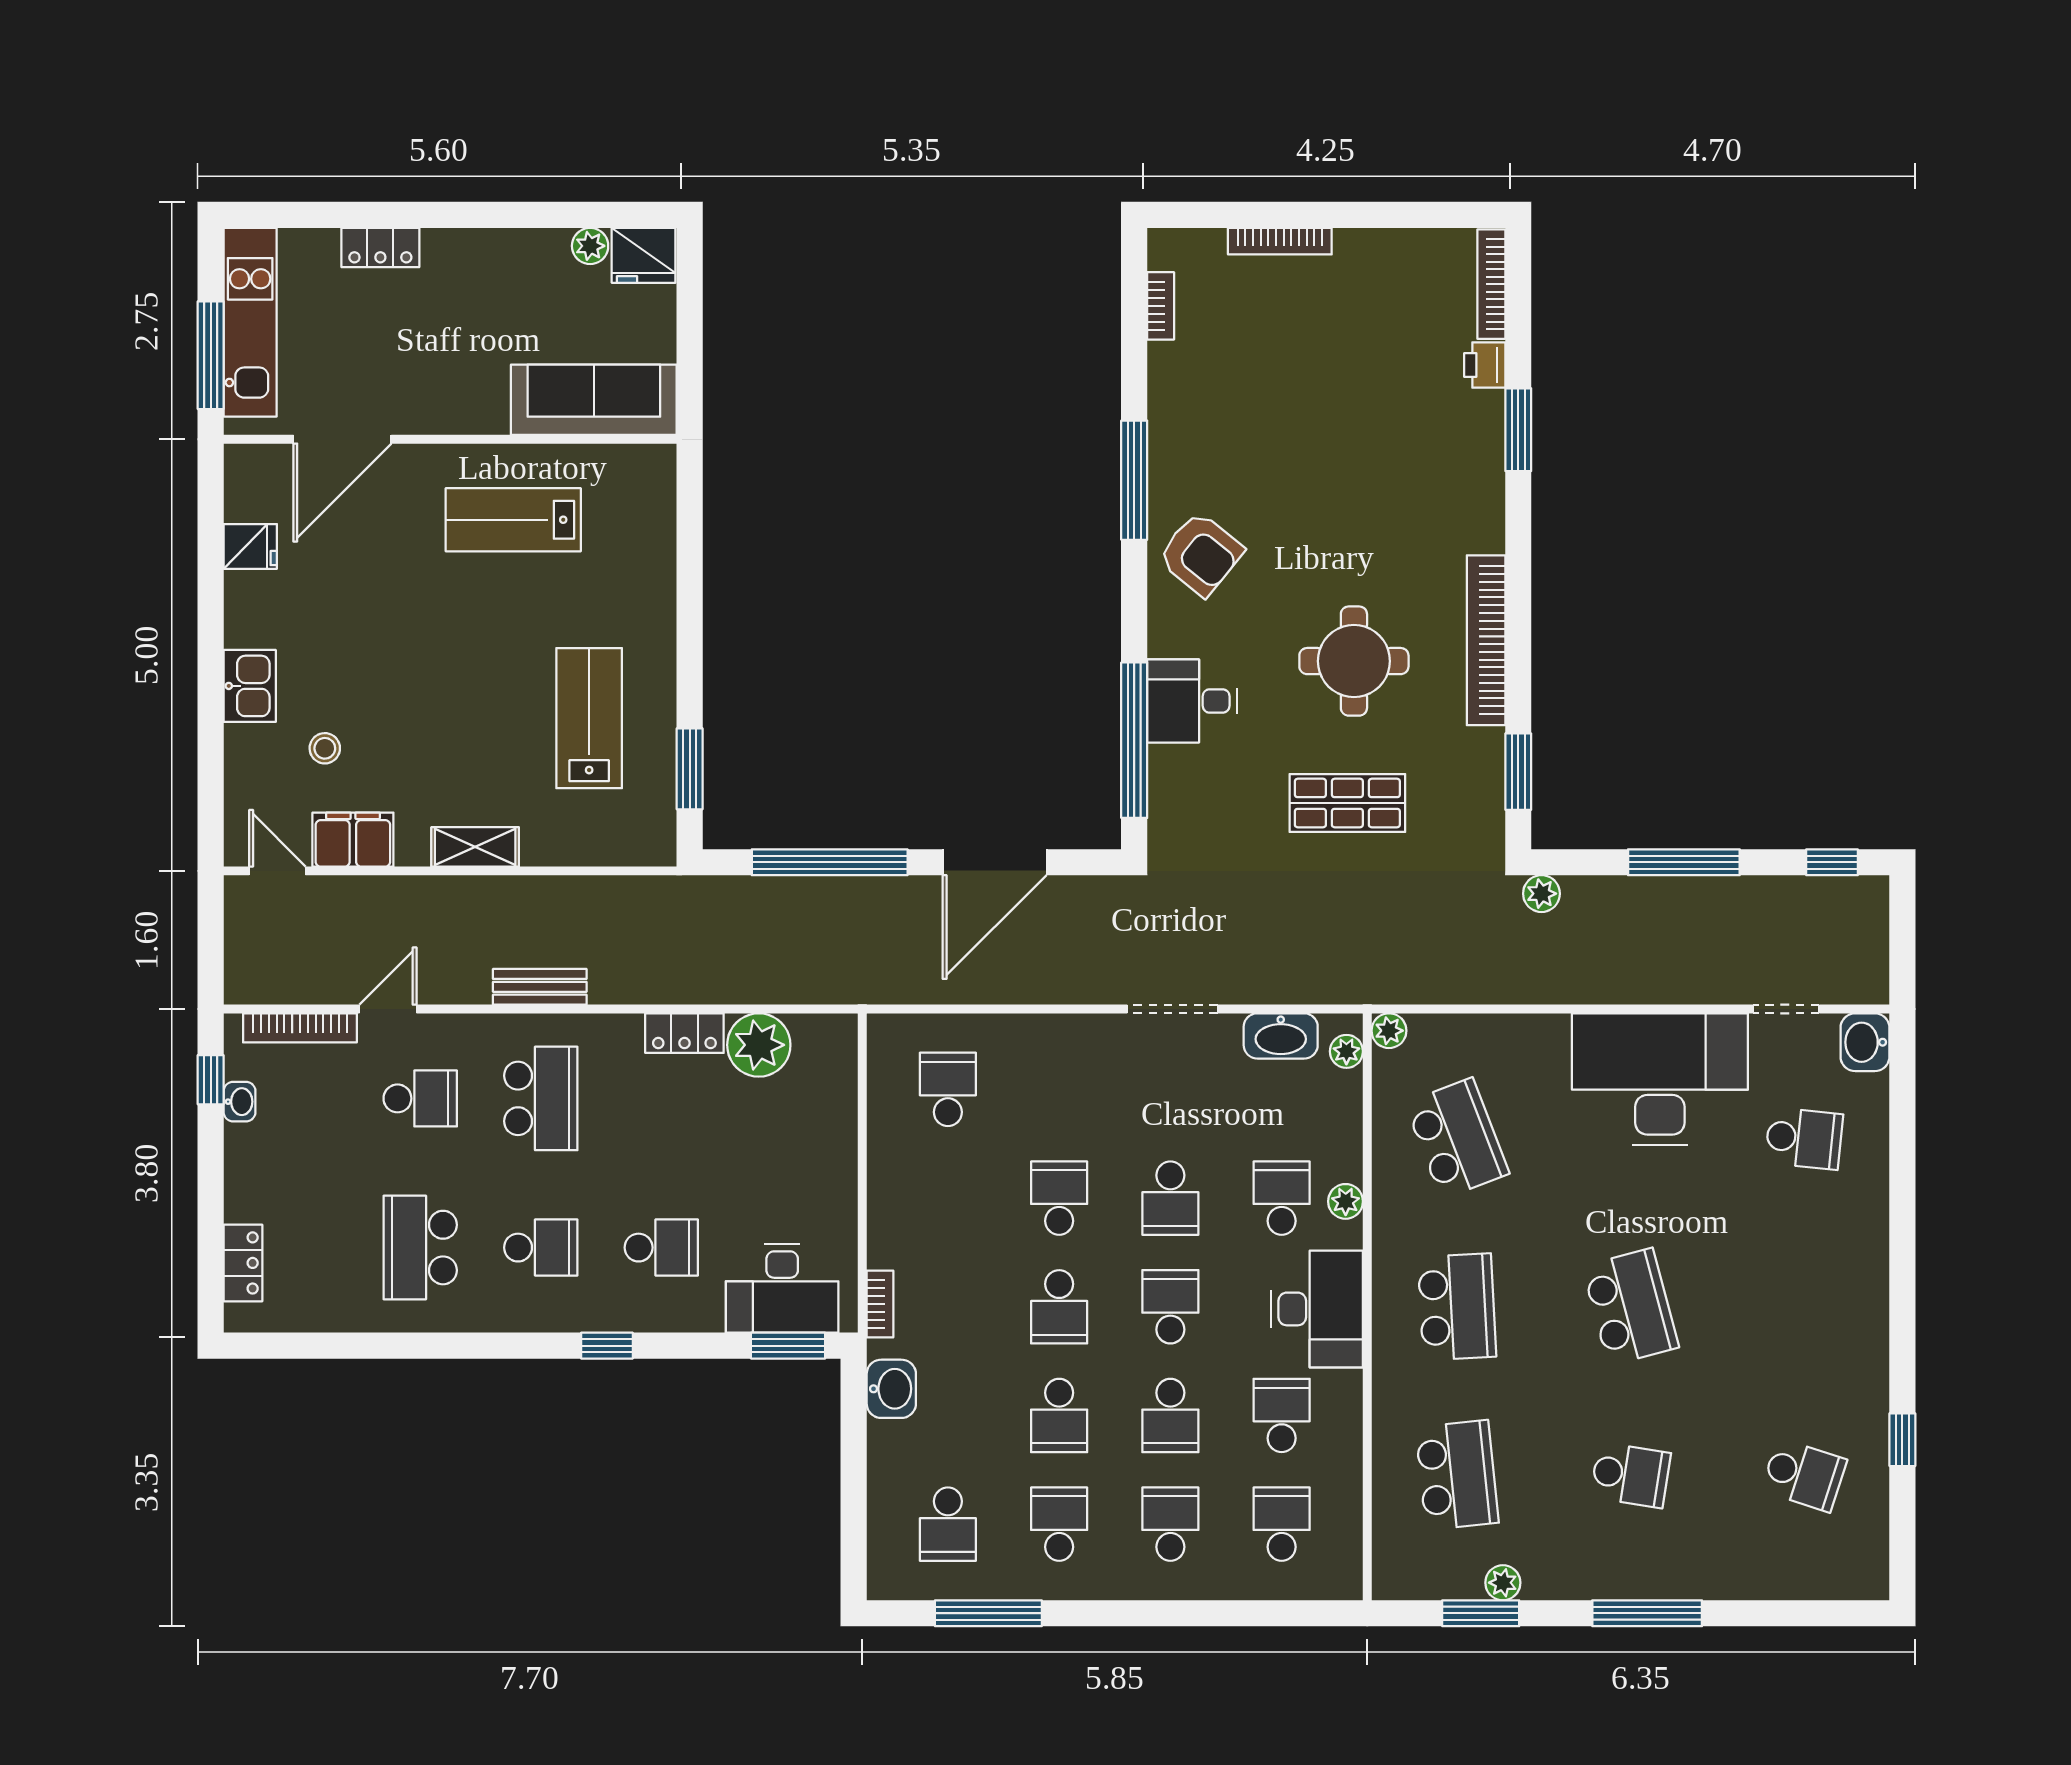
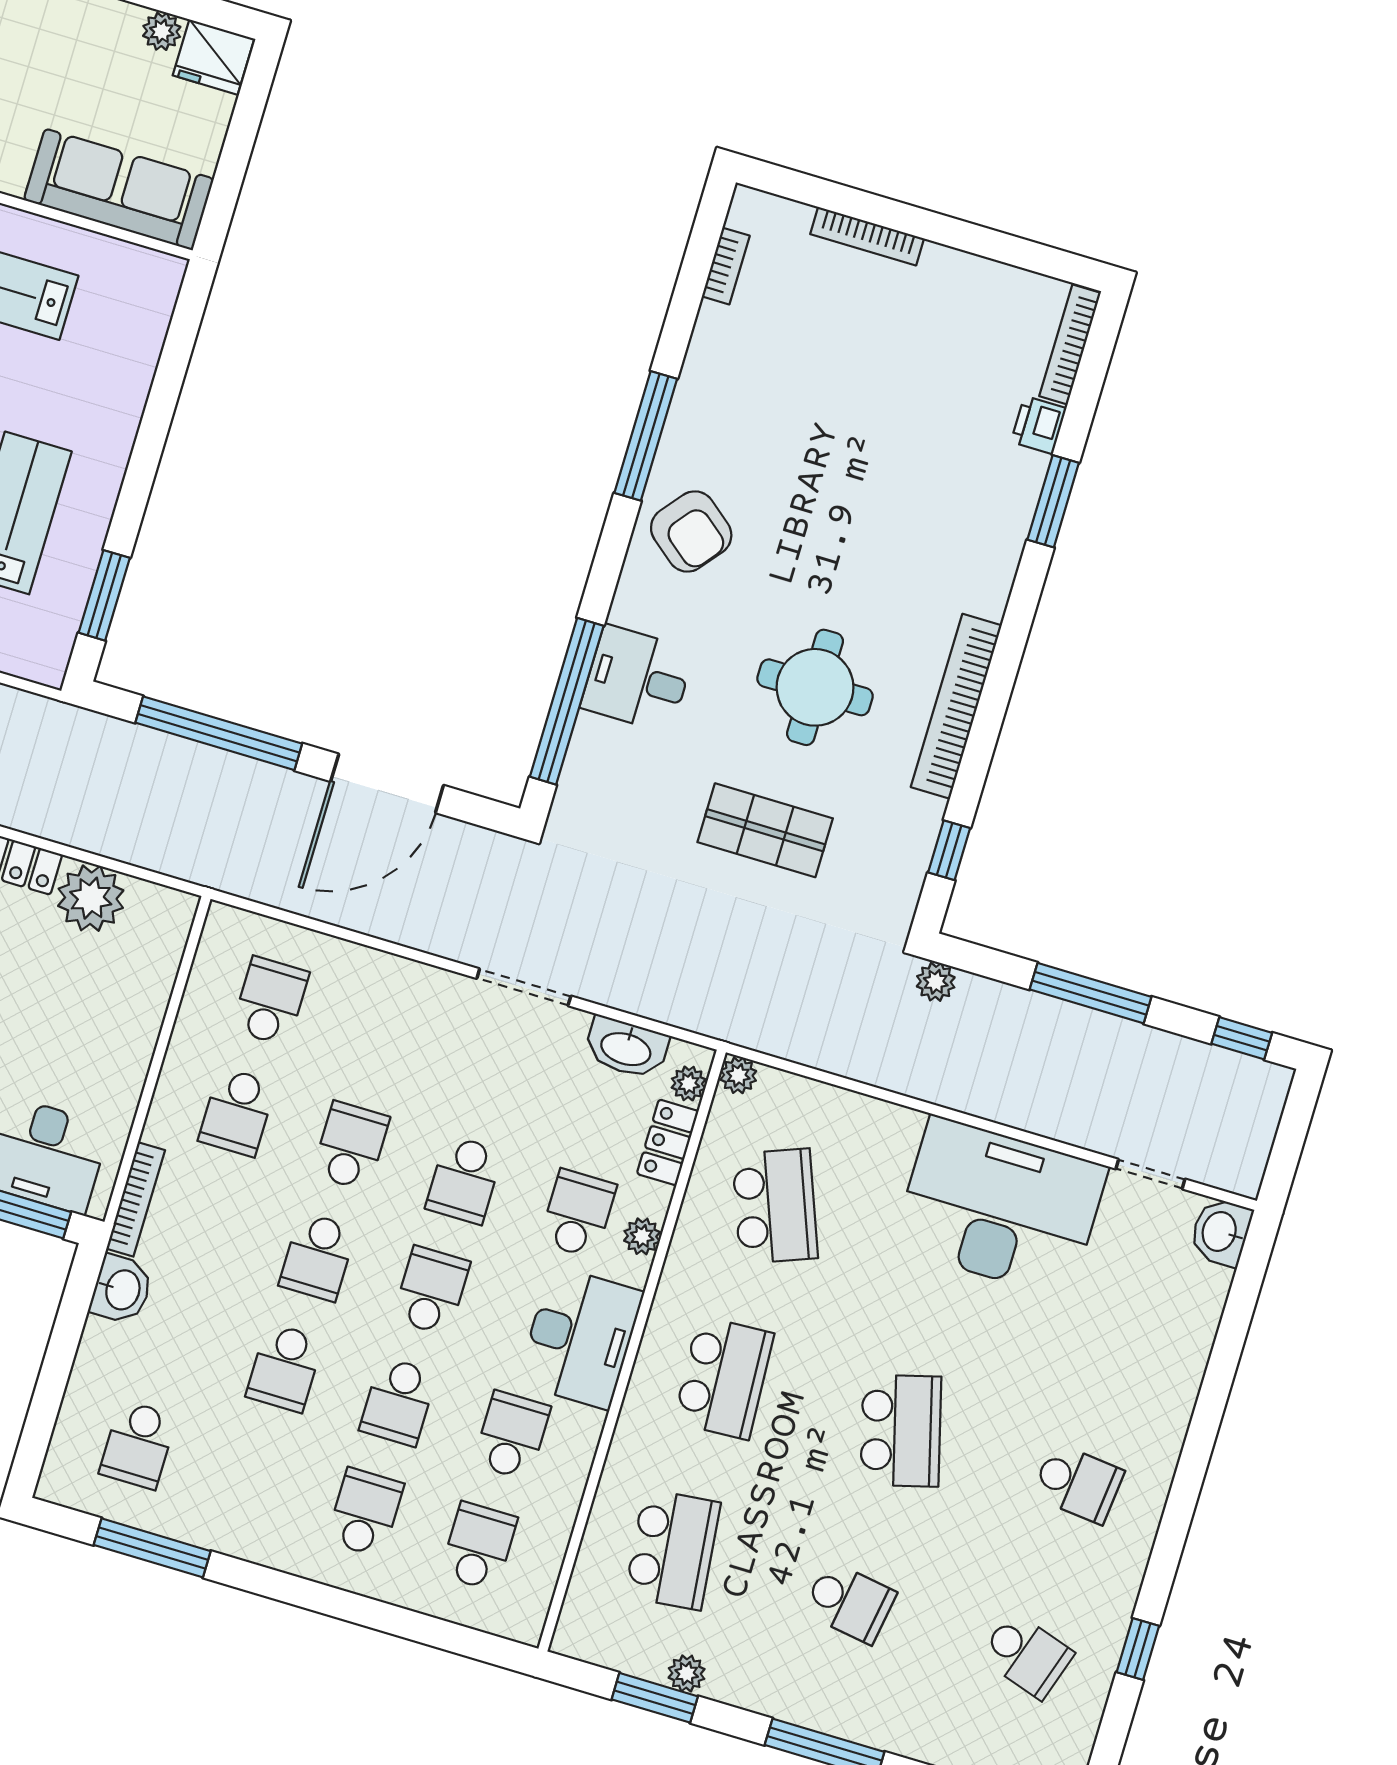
window: (1518, 772) -> (949, 850), width x0.67
locker: (1343, 1110) -> (668, 1142), added
school desk: (1804, 1138) -> (1078, 1483), moved
bookcase: (880, 1304) -> (136, 1199), width x1.56
school desk: (1059, 1524) -> (237, 1112), moved, turned 180

